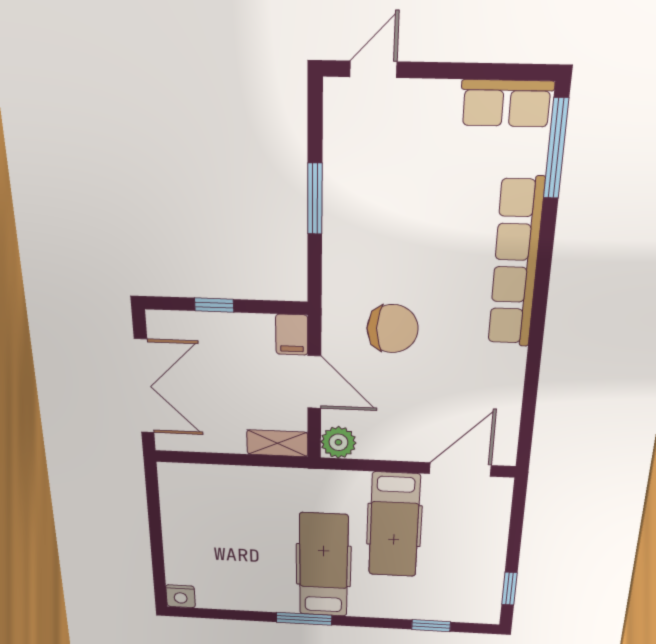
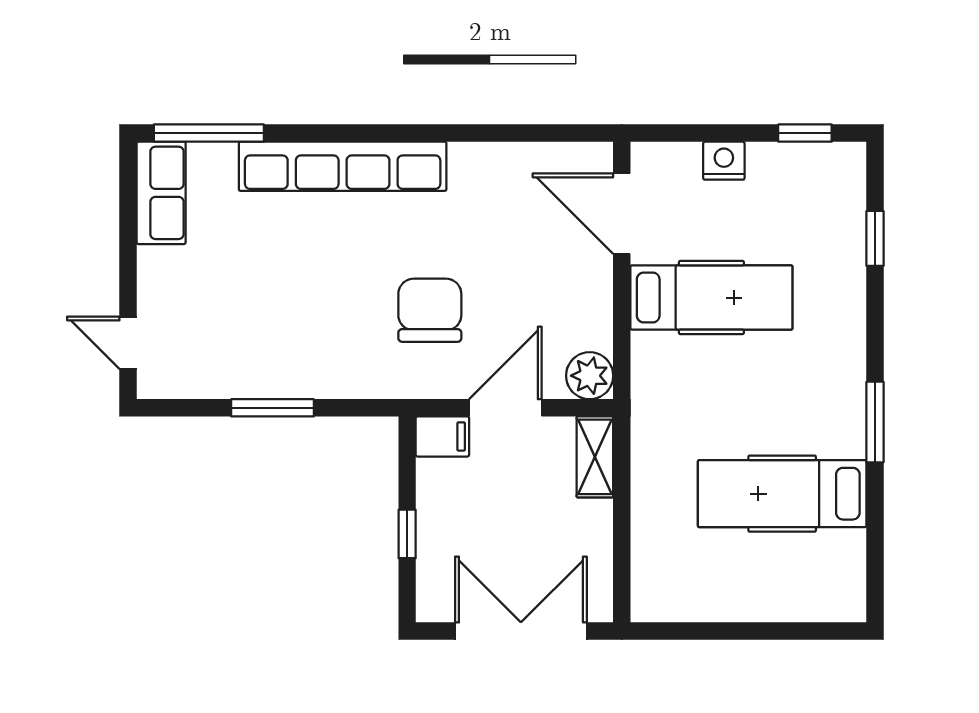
hospital bed: (324, 565) -> (782, 494), moved
nightstand: (181, 596) -> (724, 161), moved, turned -90

